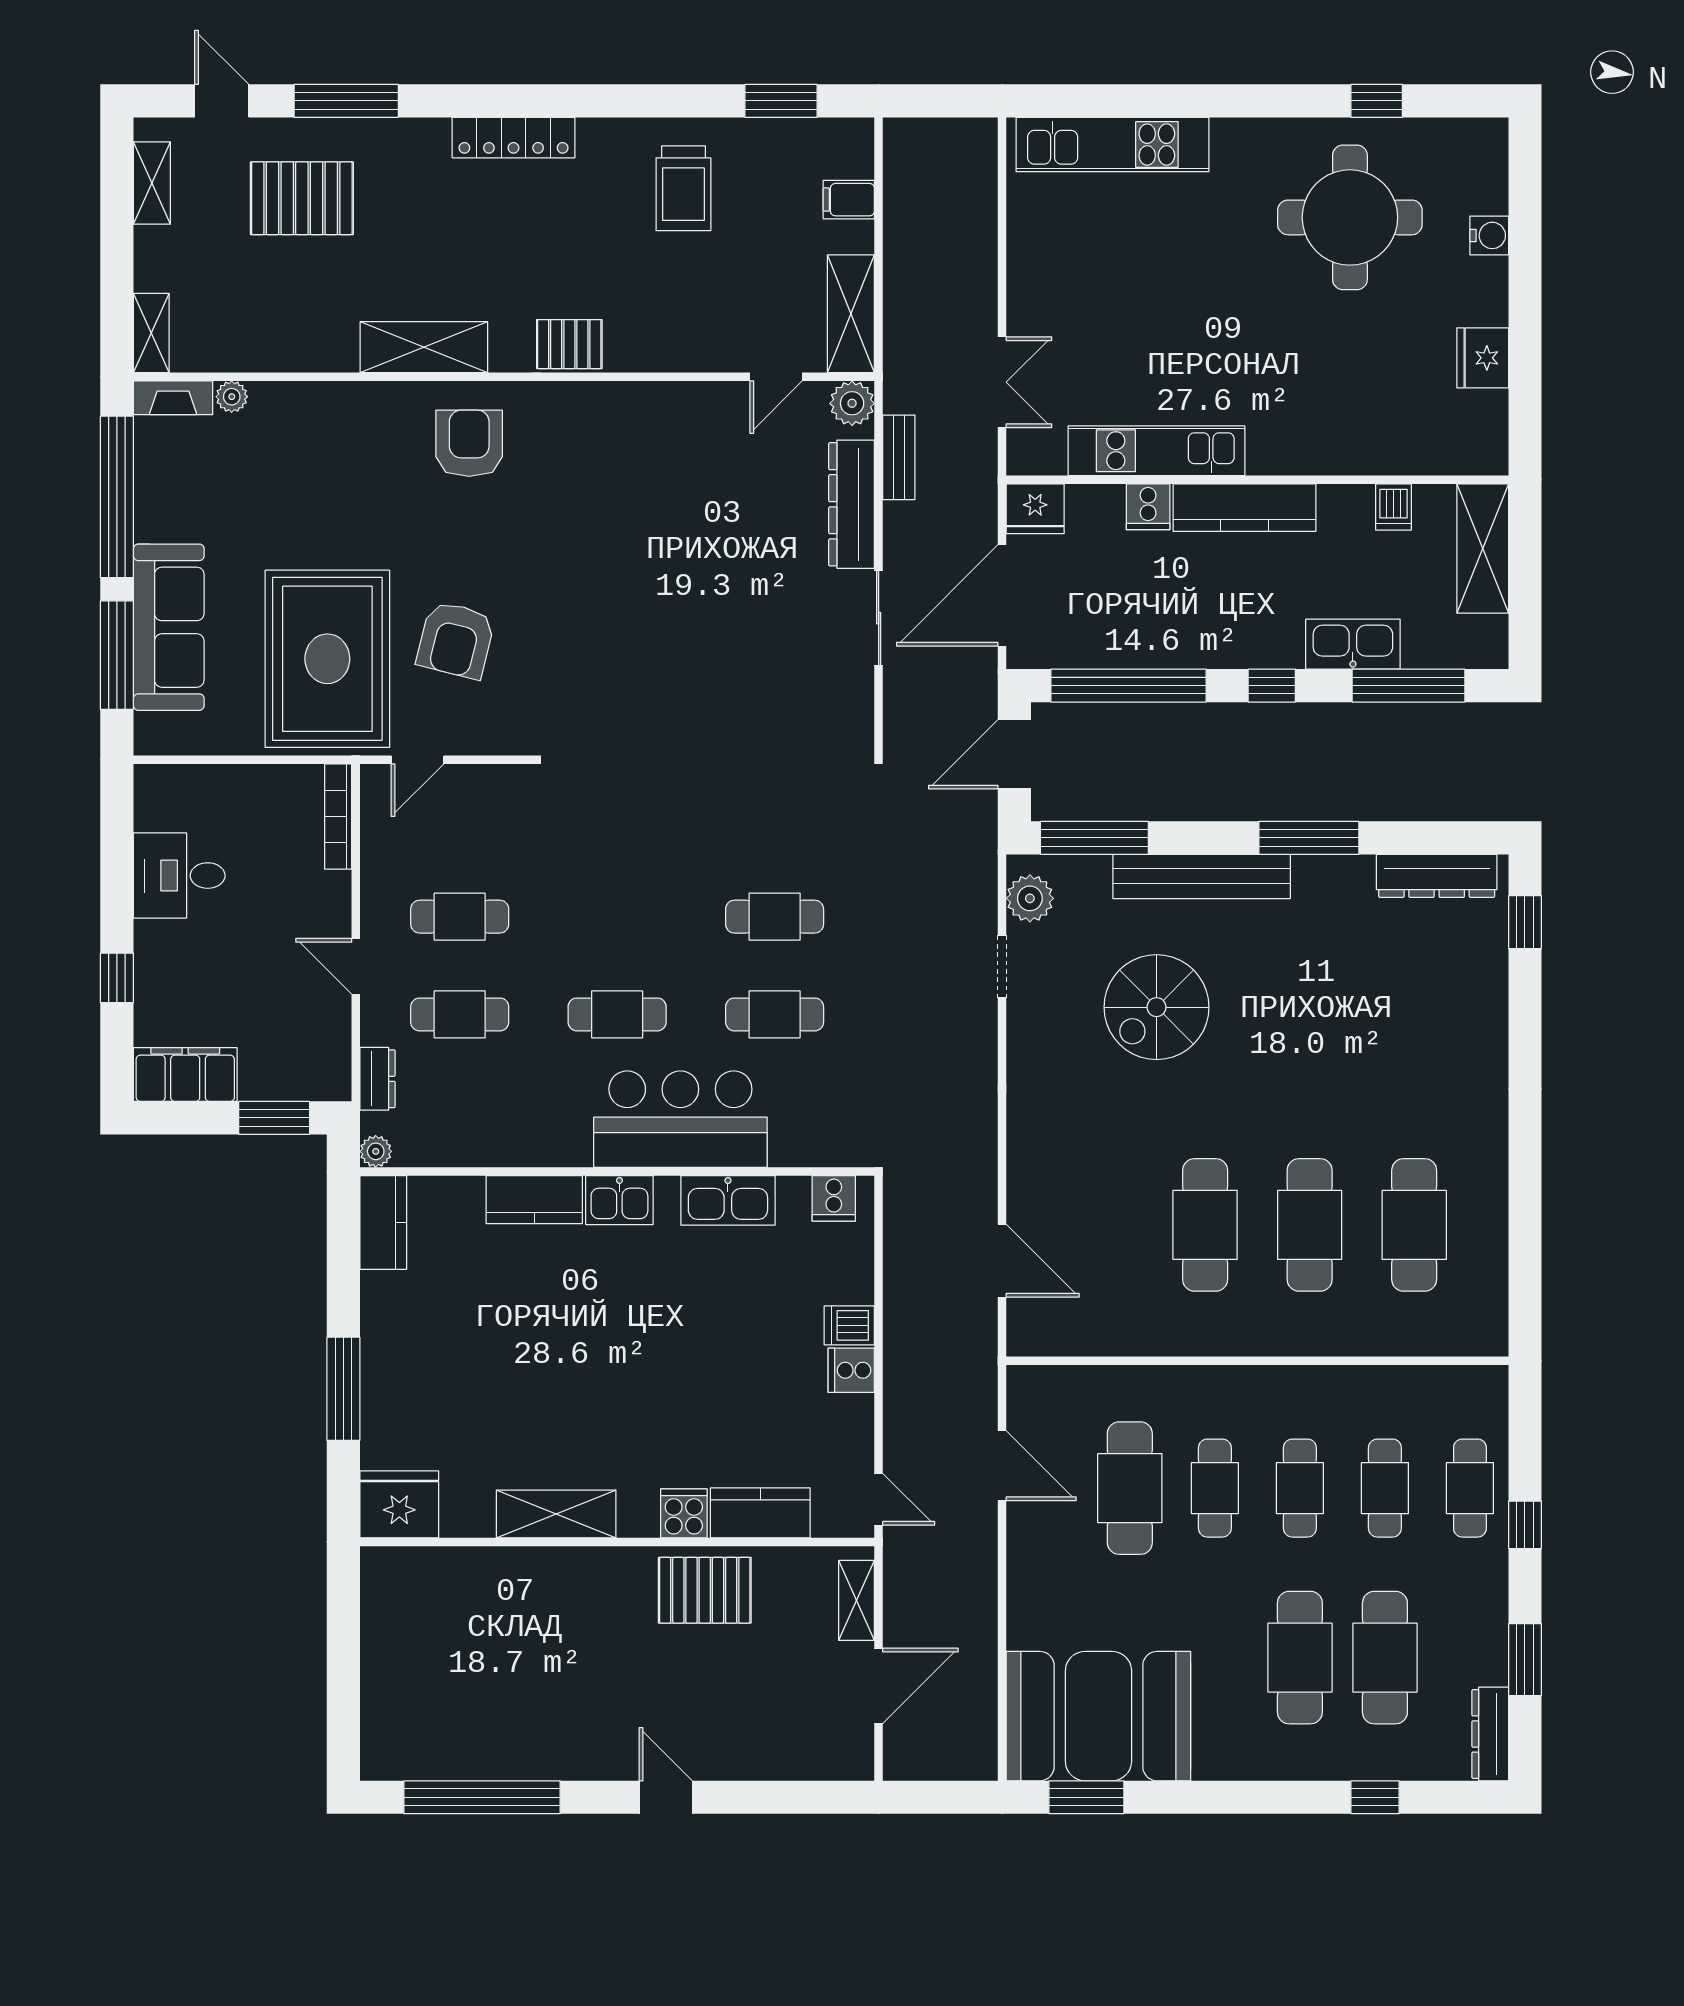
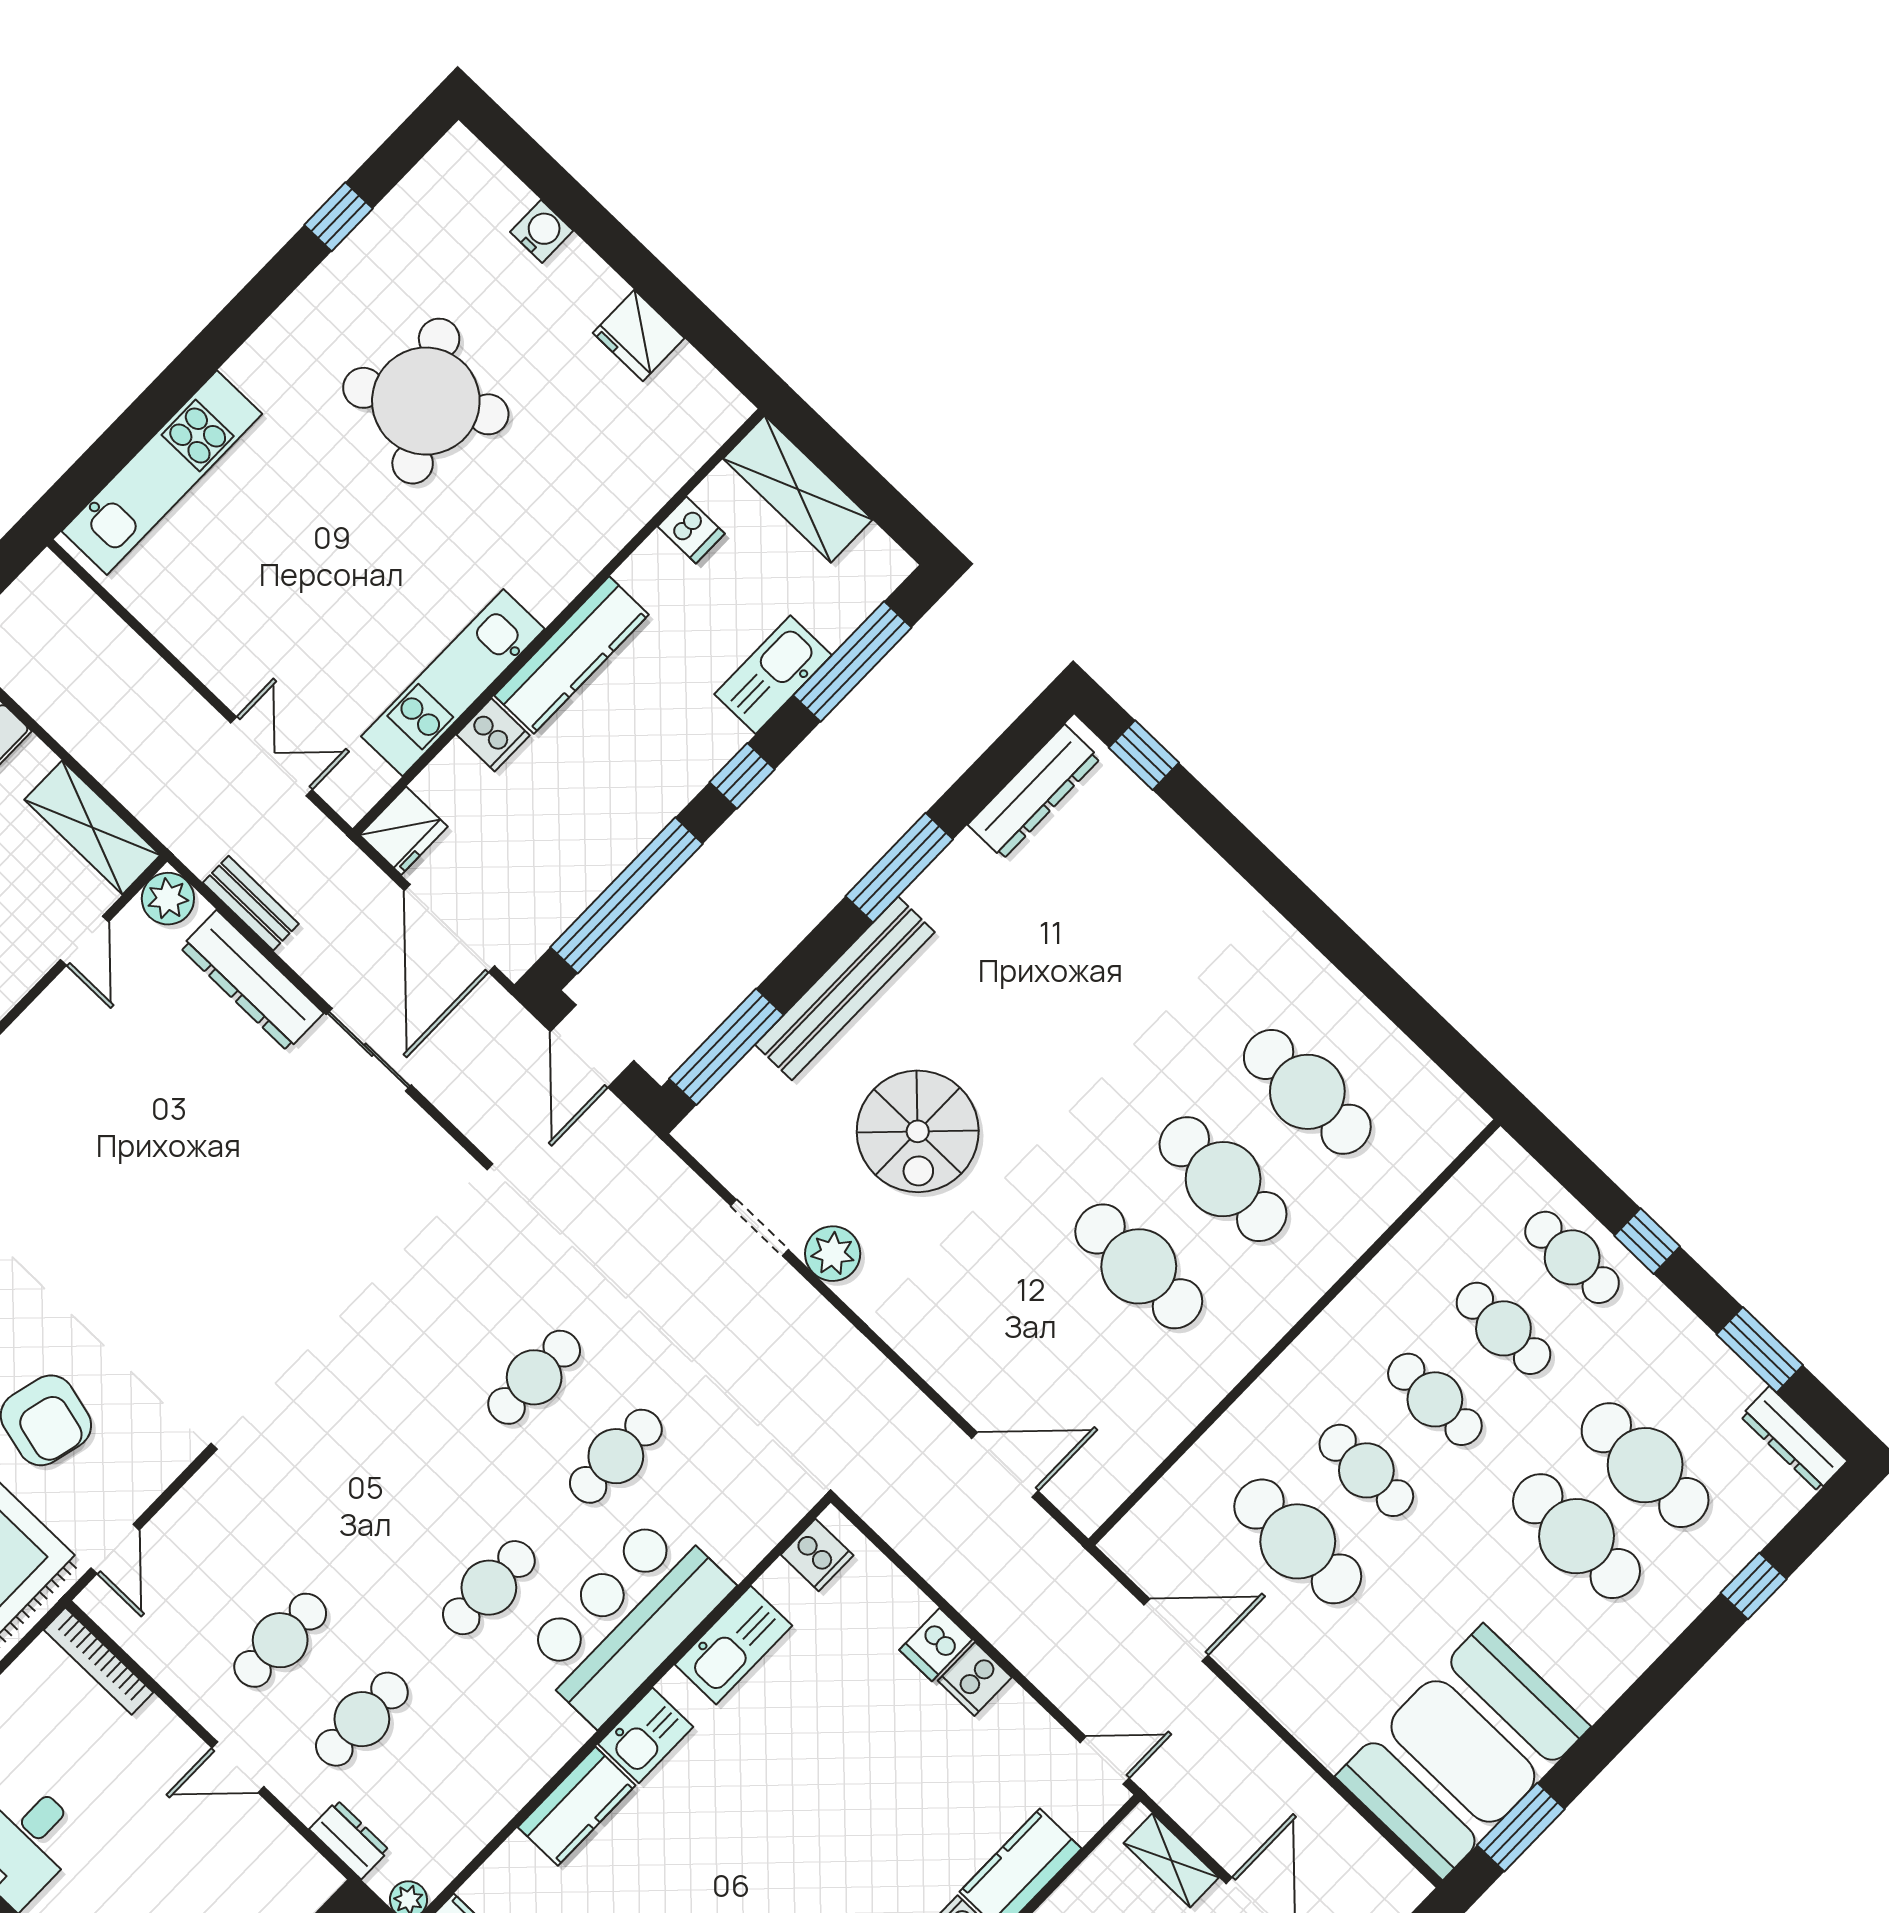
round table: (1350, 217) -> (426, 401), moved, turned -32
plant: (1030, 898) -> (833, 1254), moved

